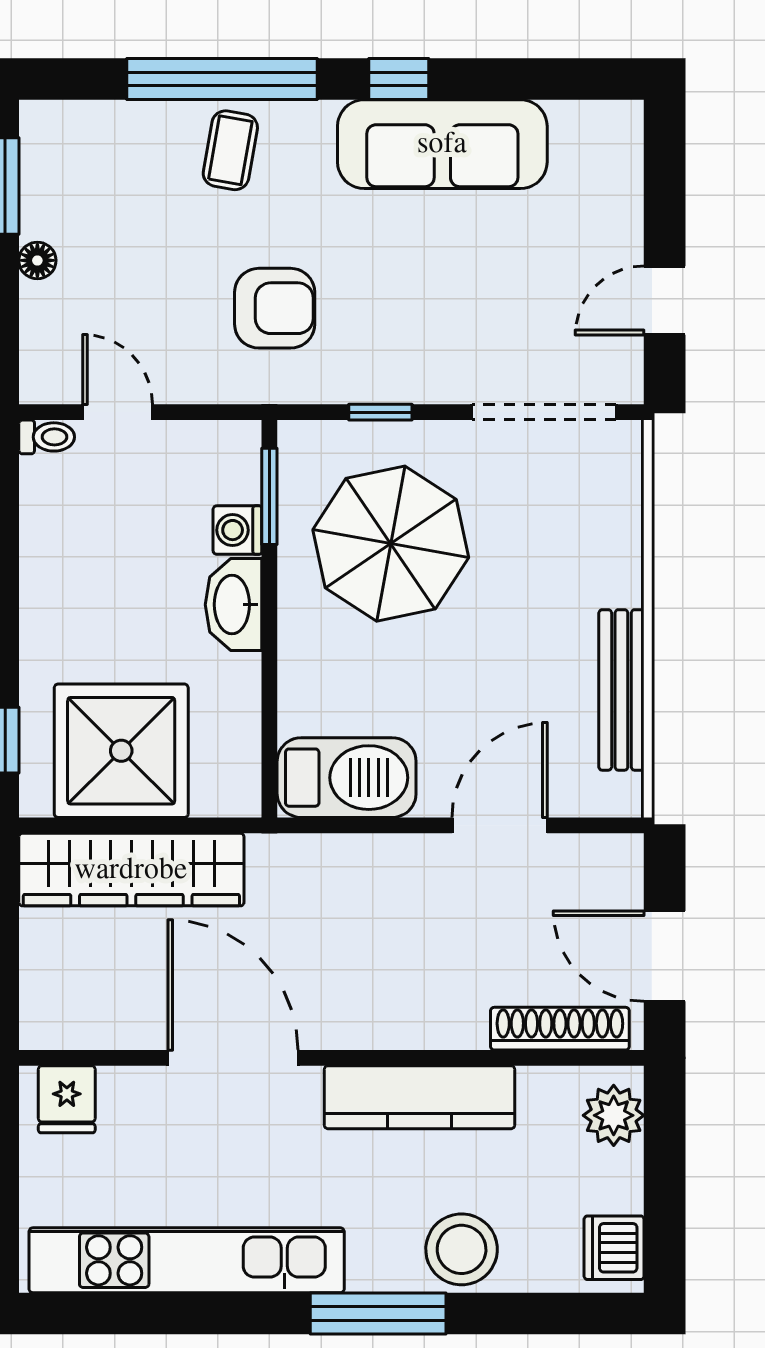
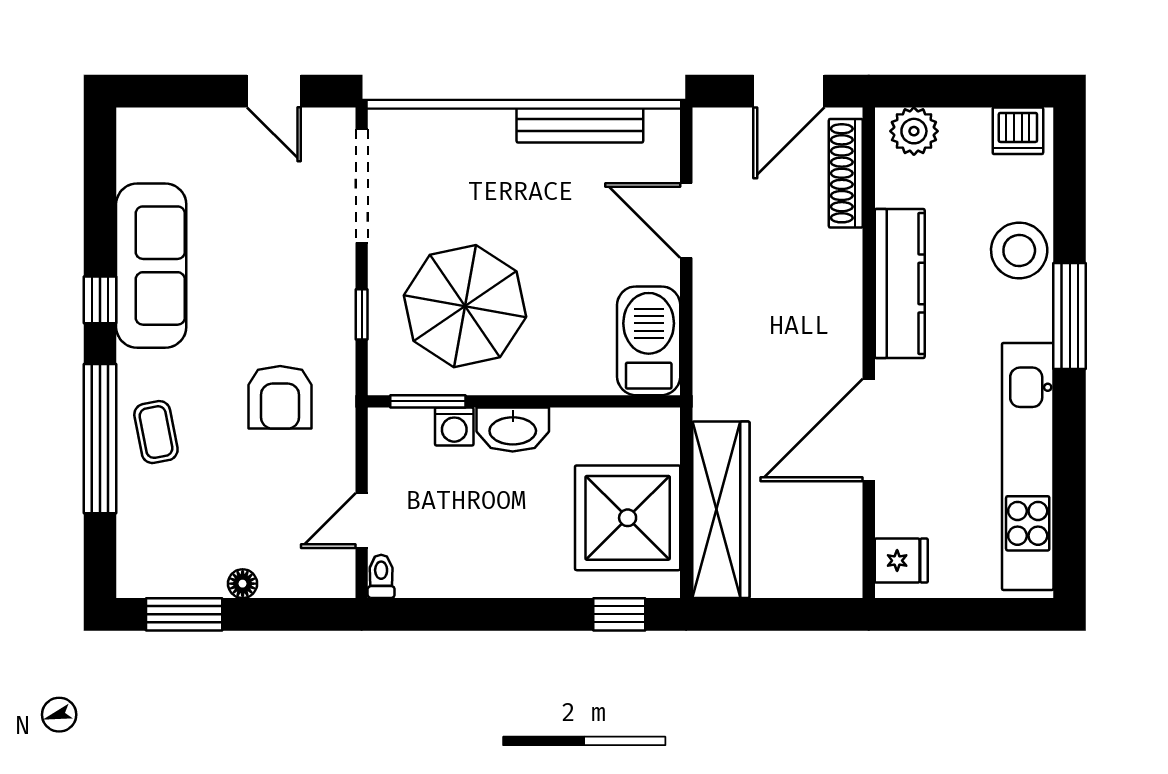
coffee table: (230, 150) -> (156, 432), turned 69
armchair: (275, 308) -> (280, 397), turned 180

